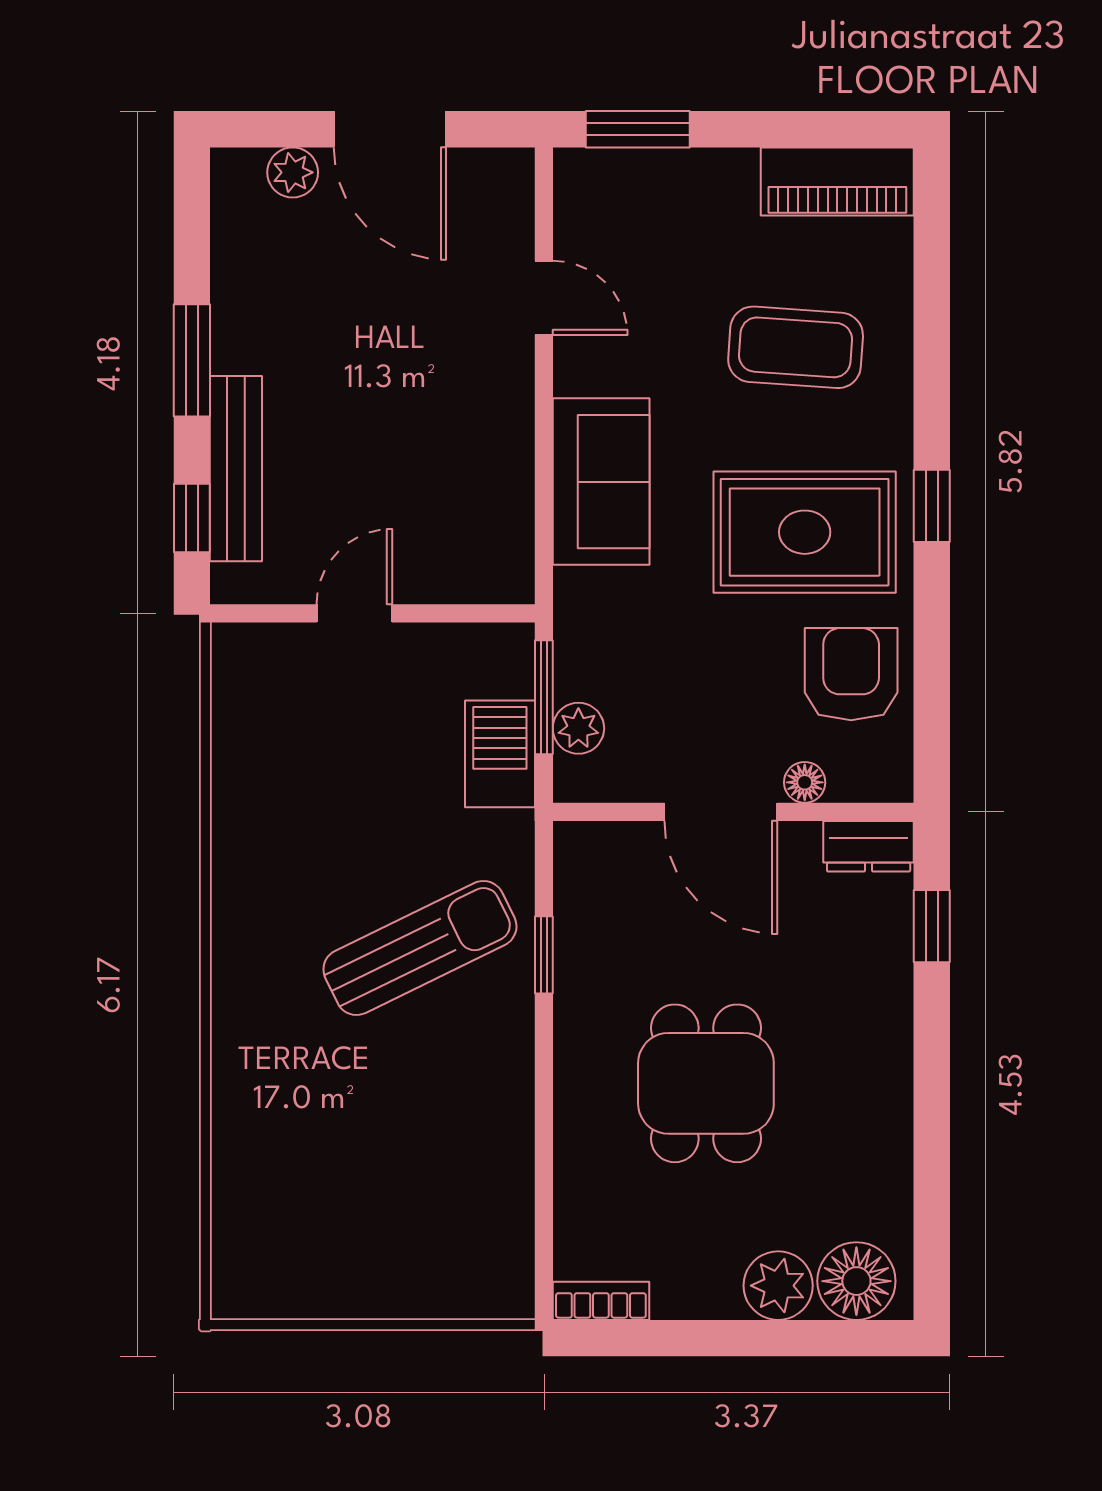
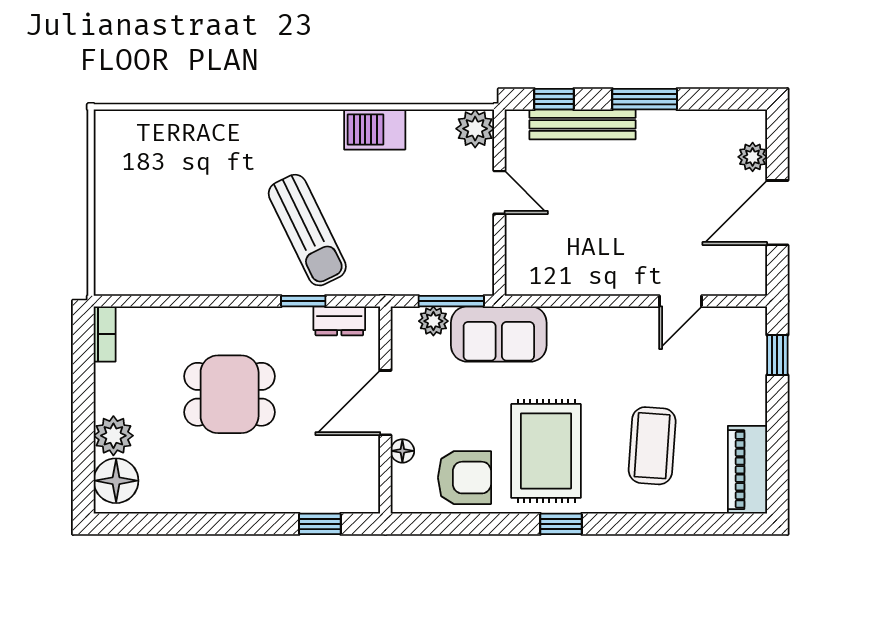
window: (638, 129) -> (777, 355), width x0.67
sofa: (601, 482) -> (499, 334), moved
plant: (243, 656) -> (475, 129), added
barbecue: (500, 754) -> (375, 129), moved, turned 180
dresser: (869, 846) -> (339, 321), moved, turned -90

